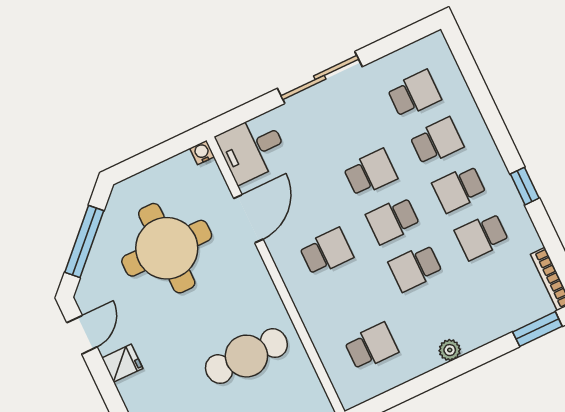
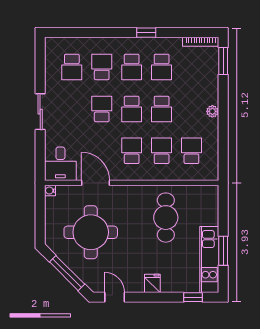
sliding door: (320, 78) -> (40, 112), width x0.73
school desk: (414, 94) -> (72, 67), turned 180
school desk: (349, 299) -> (162, 151), added
fridge: (122, 363) -> (152, 283), moved

